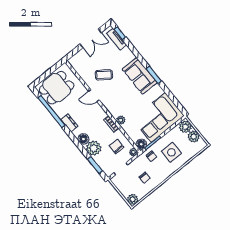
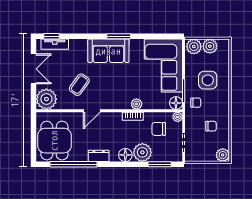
plant: (78, 62) -> (46, 99), added

